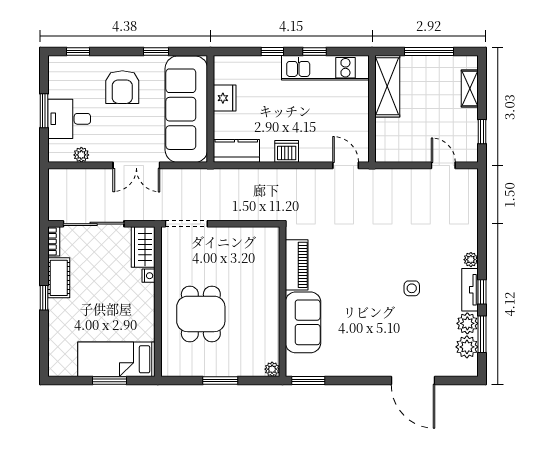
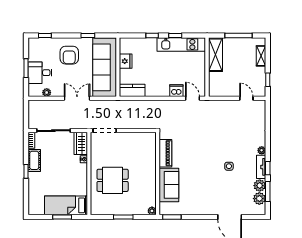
dishwasher: (287, 151) -> (176, 91), moved
double door: (136, 165) -> (77, 98), swing flipped
dining table: (201, 314) -> (113, 180), turned 90

